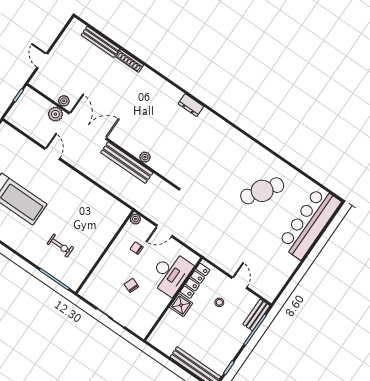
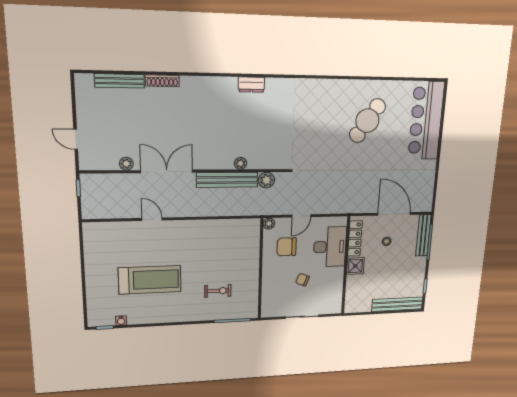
plant: (55, 114) -> (266, 180), moved
chair: (137, 248) -> (287, 247), width x1.87, depth x1.87
door: (239, 283) -> (394, 214), width x1.87
bench: (256, 315) -> (423, 235), width x1.36

